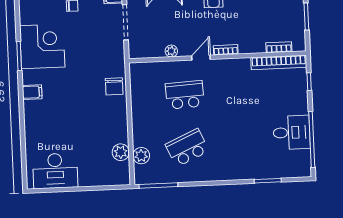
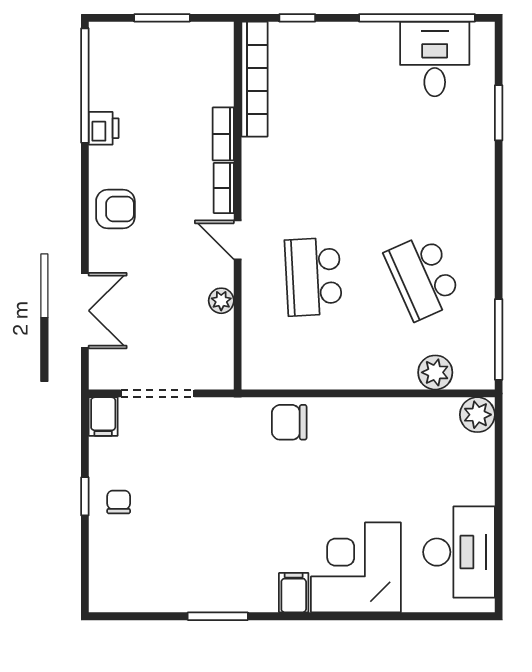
corner desk: (42, 46) -> (356, 567), moved
bookcase: (279, 47) -> (223, 134), moved
chair: (114, 86) -> (289, 422), turned 180
desk: (292, 132) -> (435, 59), moved
plant: (121, 152) -> (477, 415), moved

